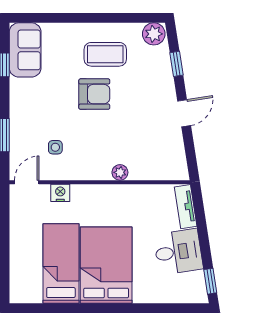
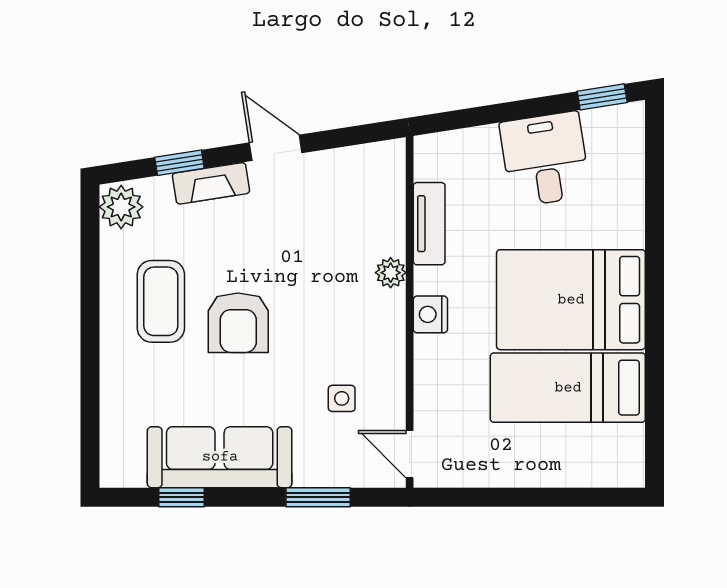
sofa: (25, 50) -> (220, 457), moved, width x1.36
fireplace: (166, 80) -> (211, 183), added
armchair: (94, 94) -> (238, 323), turned 180
nightstand: (60, 193) -> (430, 314), moved
tv unit: (186, 207) -> (429, 224), moved, turned -81

